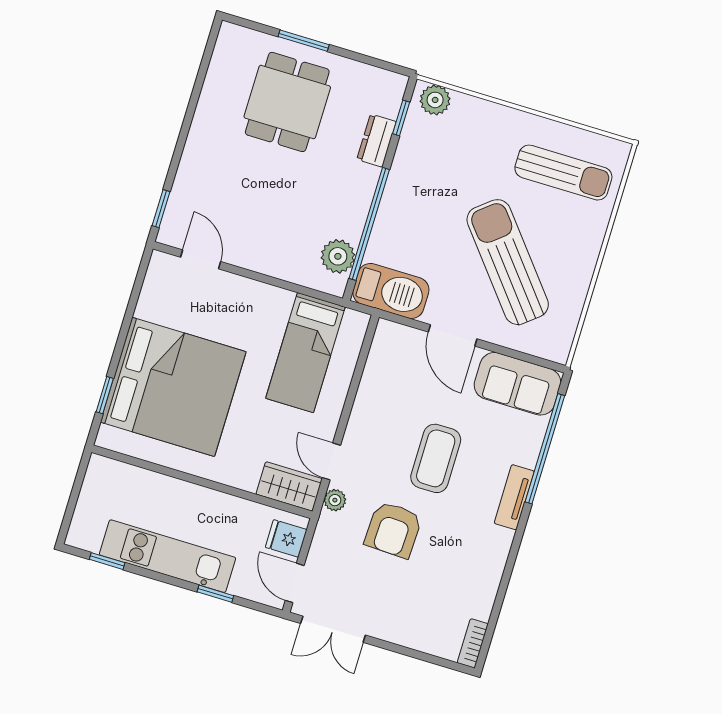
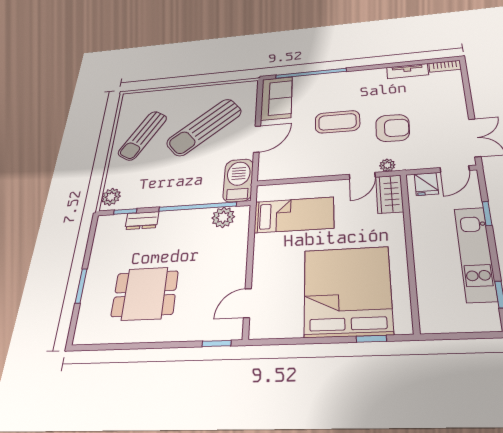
dining table: (287, 102) -> (145, 294), moved
sun lounger: (563, 173) -> (143, 136), moved, turned -149
tv unit: (514, 497) -> (407, 71), moved

